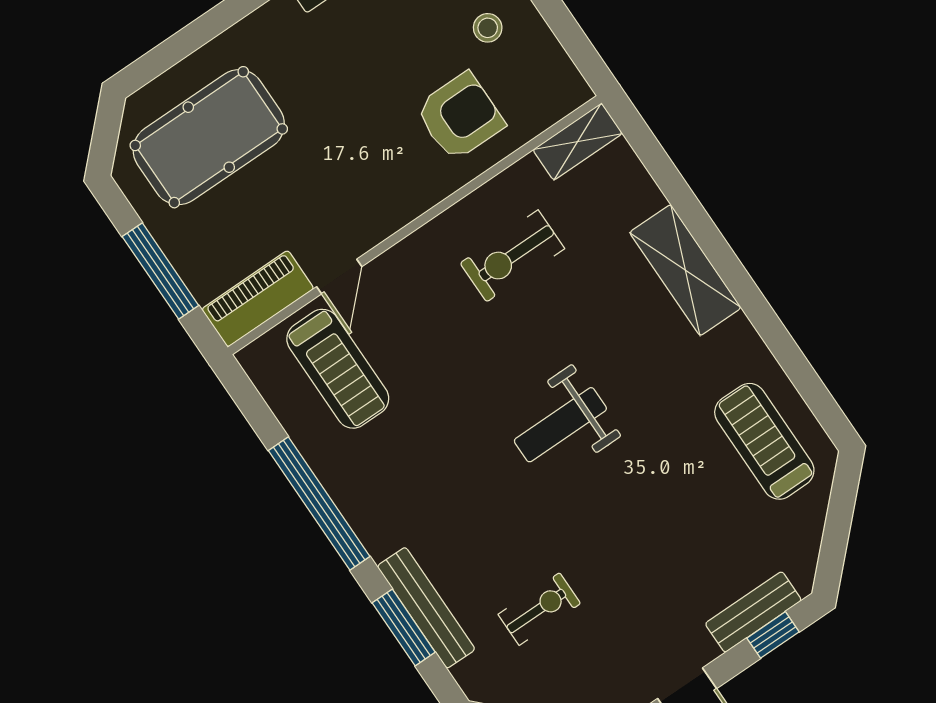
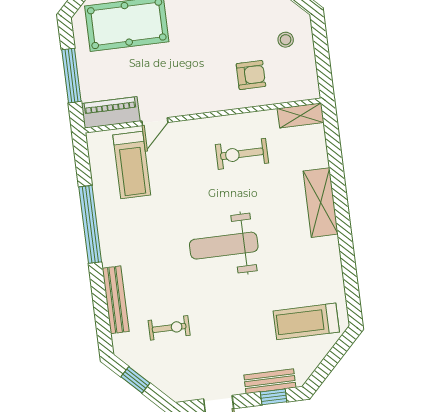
armchair: (460, 117) -> (251, 75), width x0.72, depth x0.72
weight bench: (560, 425) -> (224, 246), width x1.36, depth x1.33
treadmill: (764, 441) -> (306, 321), moved, turned -90
window: (404, 627) -> (100, 304), removed

